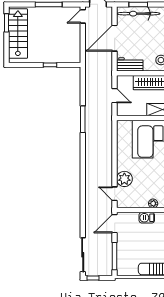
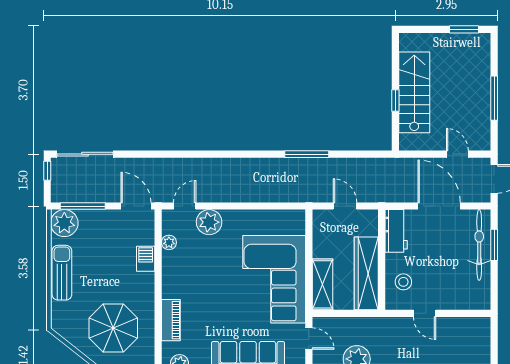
door: (83, 16) -> (457, 154), moved
stairs: (18, 34) -> (414, 92), moved, turned -90
door: (115, 96) -> (345, 206), swing flipped
plant: (153, 203) -> (169, 242), moved
plant: (125, 267) -> (64, 223), added

